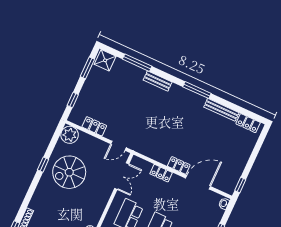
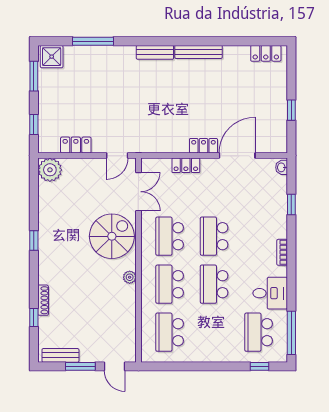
bench: (158, 81) -> (155, 52), moved
window: (197, 90) -> (183, 41), removed
bench: (221, 110) -> (198, 52), moved
window: (43, 165) -> (34, 240), moved
spiral stairs: (69, 172) -> (112, 236), moved, turned 180
window: (240, 185) -> (291, 110), moved

